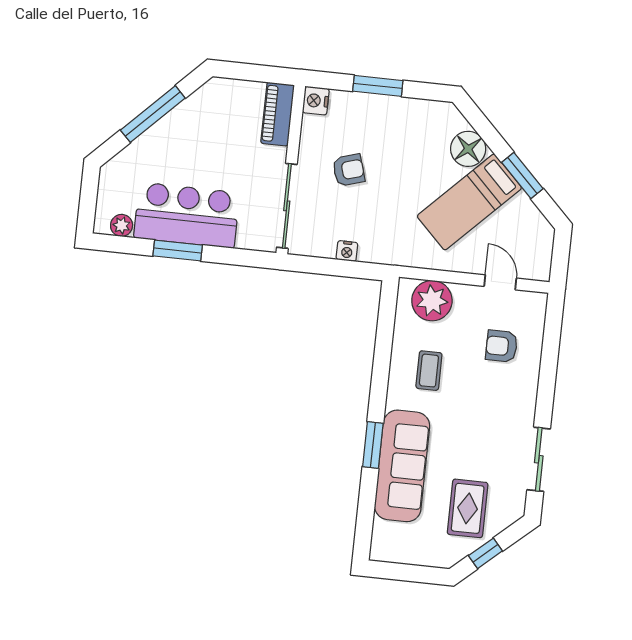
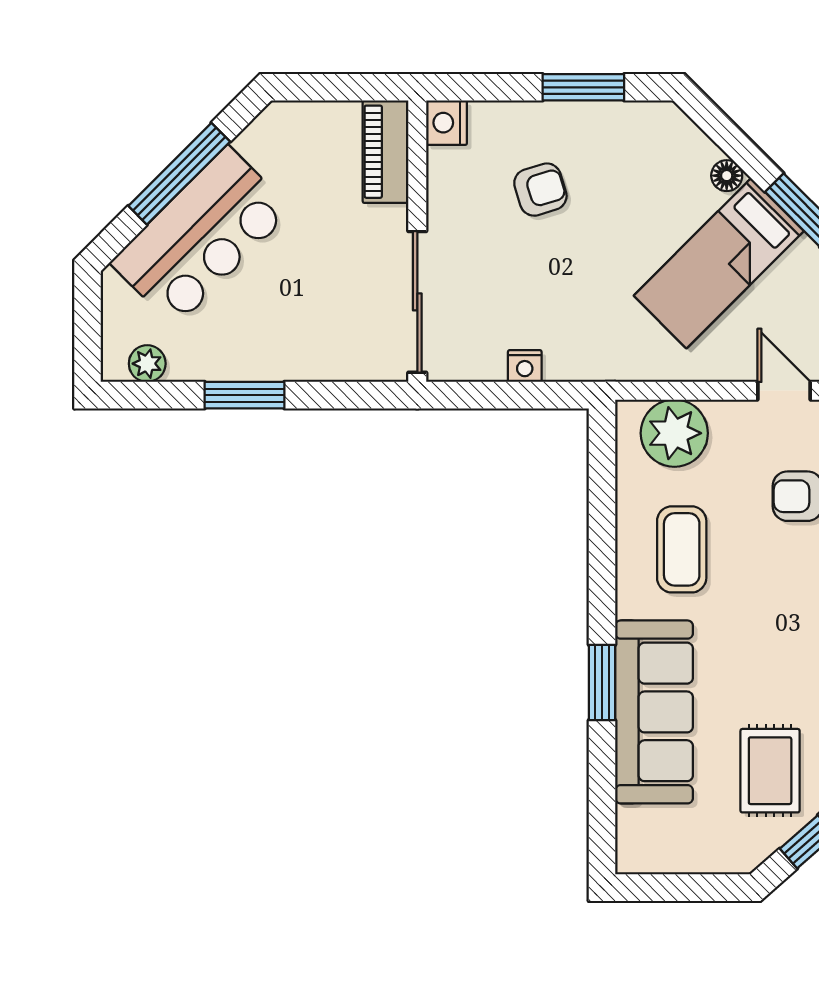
window: (378, 86) -> (583, 87), moved
floor lamp: (468, 149) -> (727, 176), width x0.53, depth x0.53
armchair: (349, 170) -> (540, 190), moved
bar counter: (187, 215) -> (201, 236), moved, turned 135
coffee table: (429, 371) -> (682, 549), width x1.36, depth x1.30

